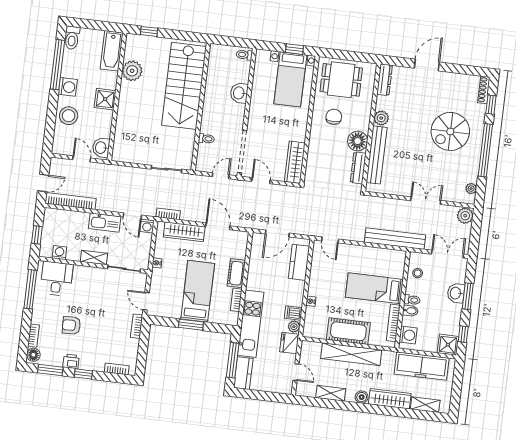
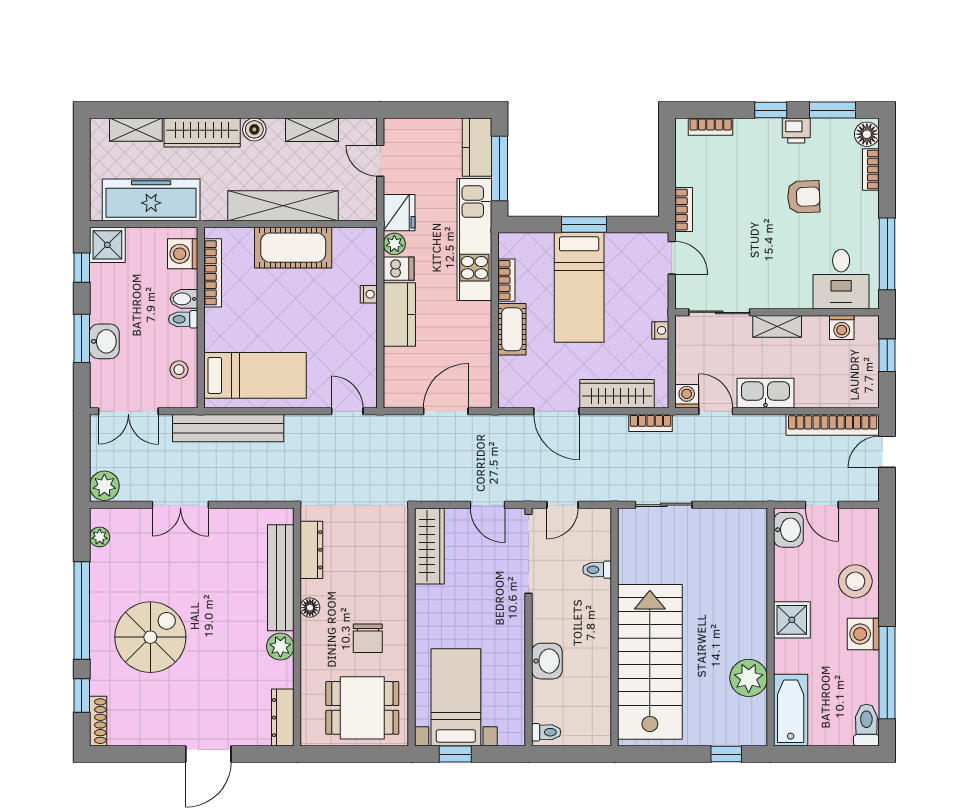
floor lamp: (358, 141) -> (310, 608), width x0.53, depth x0.53
kitchen counter: (299, 262) -> (399, 315), moved
bed: (374, 288) -> (255, 375), moved

